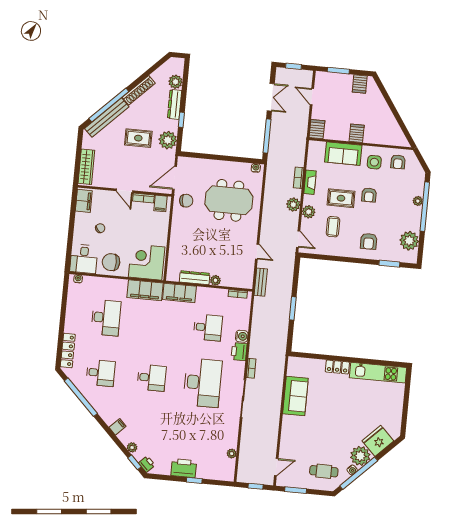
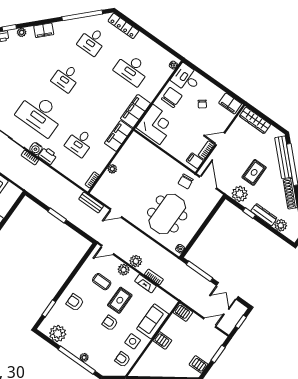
dresser: (195, 278) -> (123, 154), removed
water cooler: (242, 336) -> (36, 149), moved
filing cabinet: (117, 427) -> (44, 30), width x2.00

